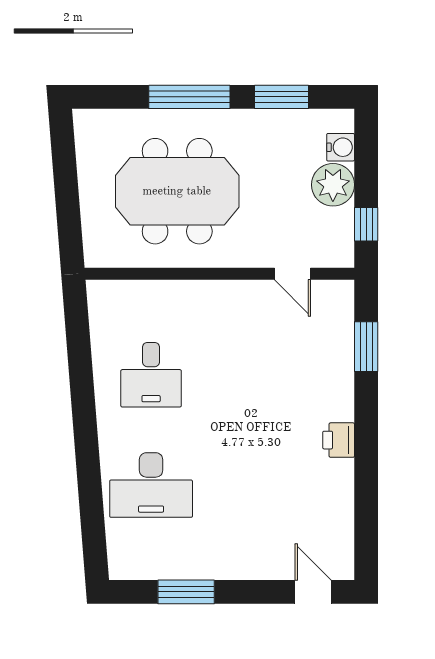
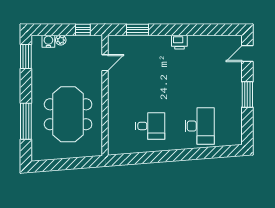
window: (189, 97) -> (26, 121), moved
window: (282, 97) -> (26, 57), moved
plant: (333, 185) -> (61, 40), width x0.53, depth x0.53
window: (186, 592) -> (247, 95), moved

